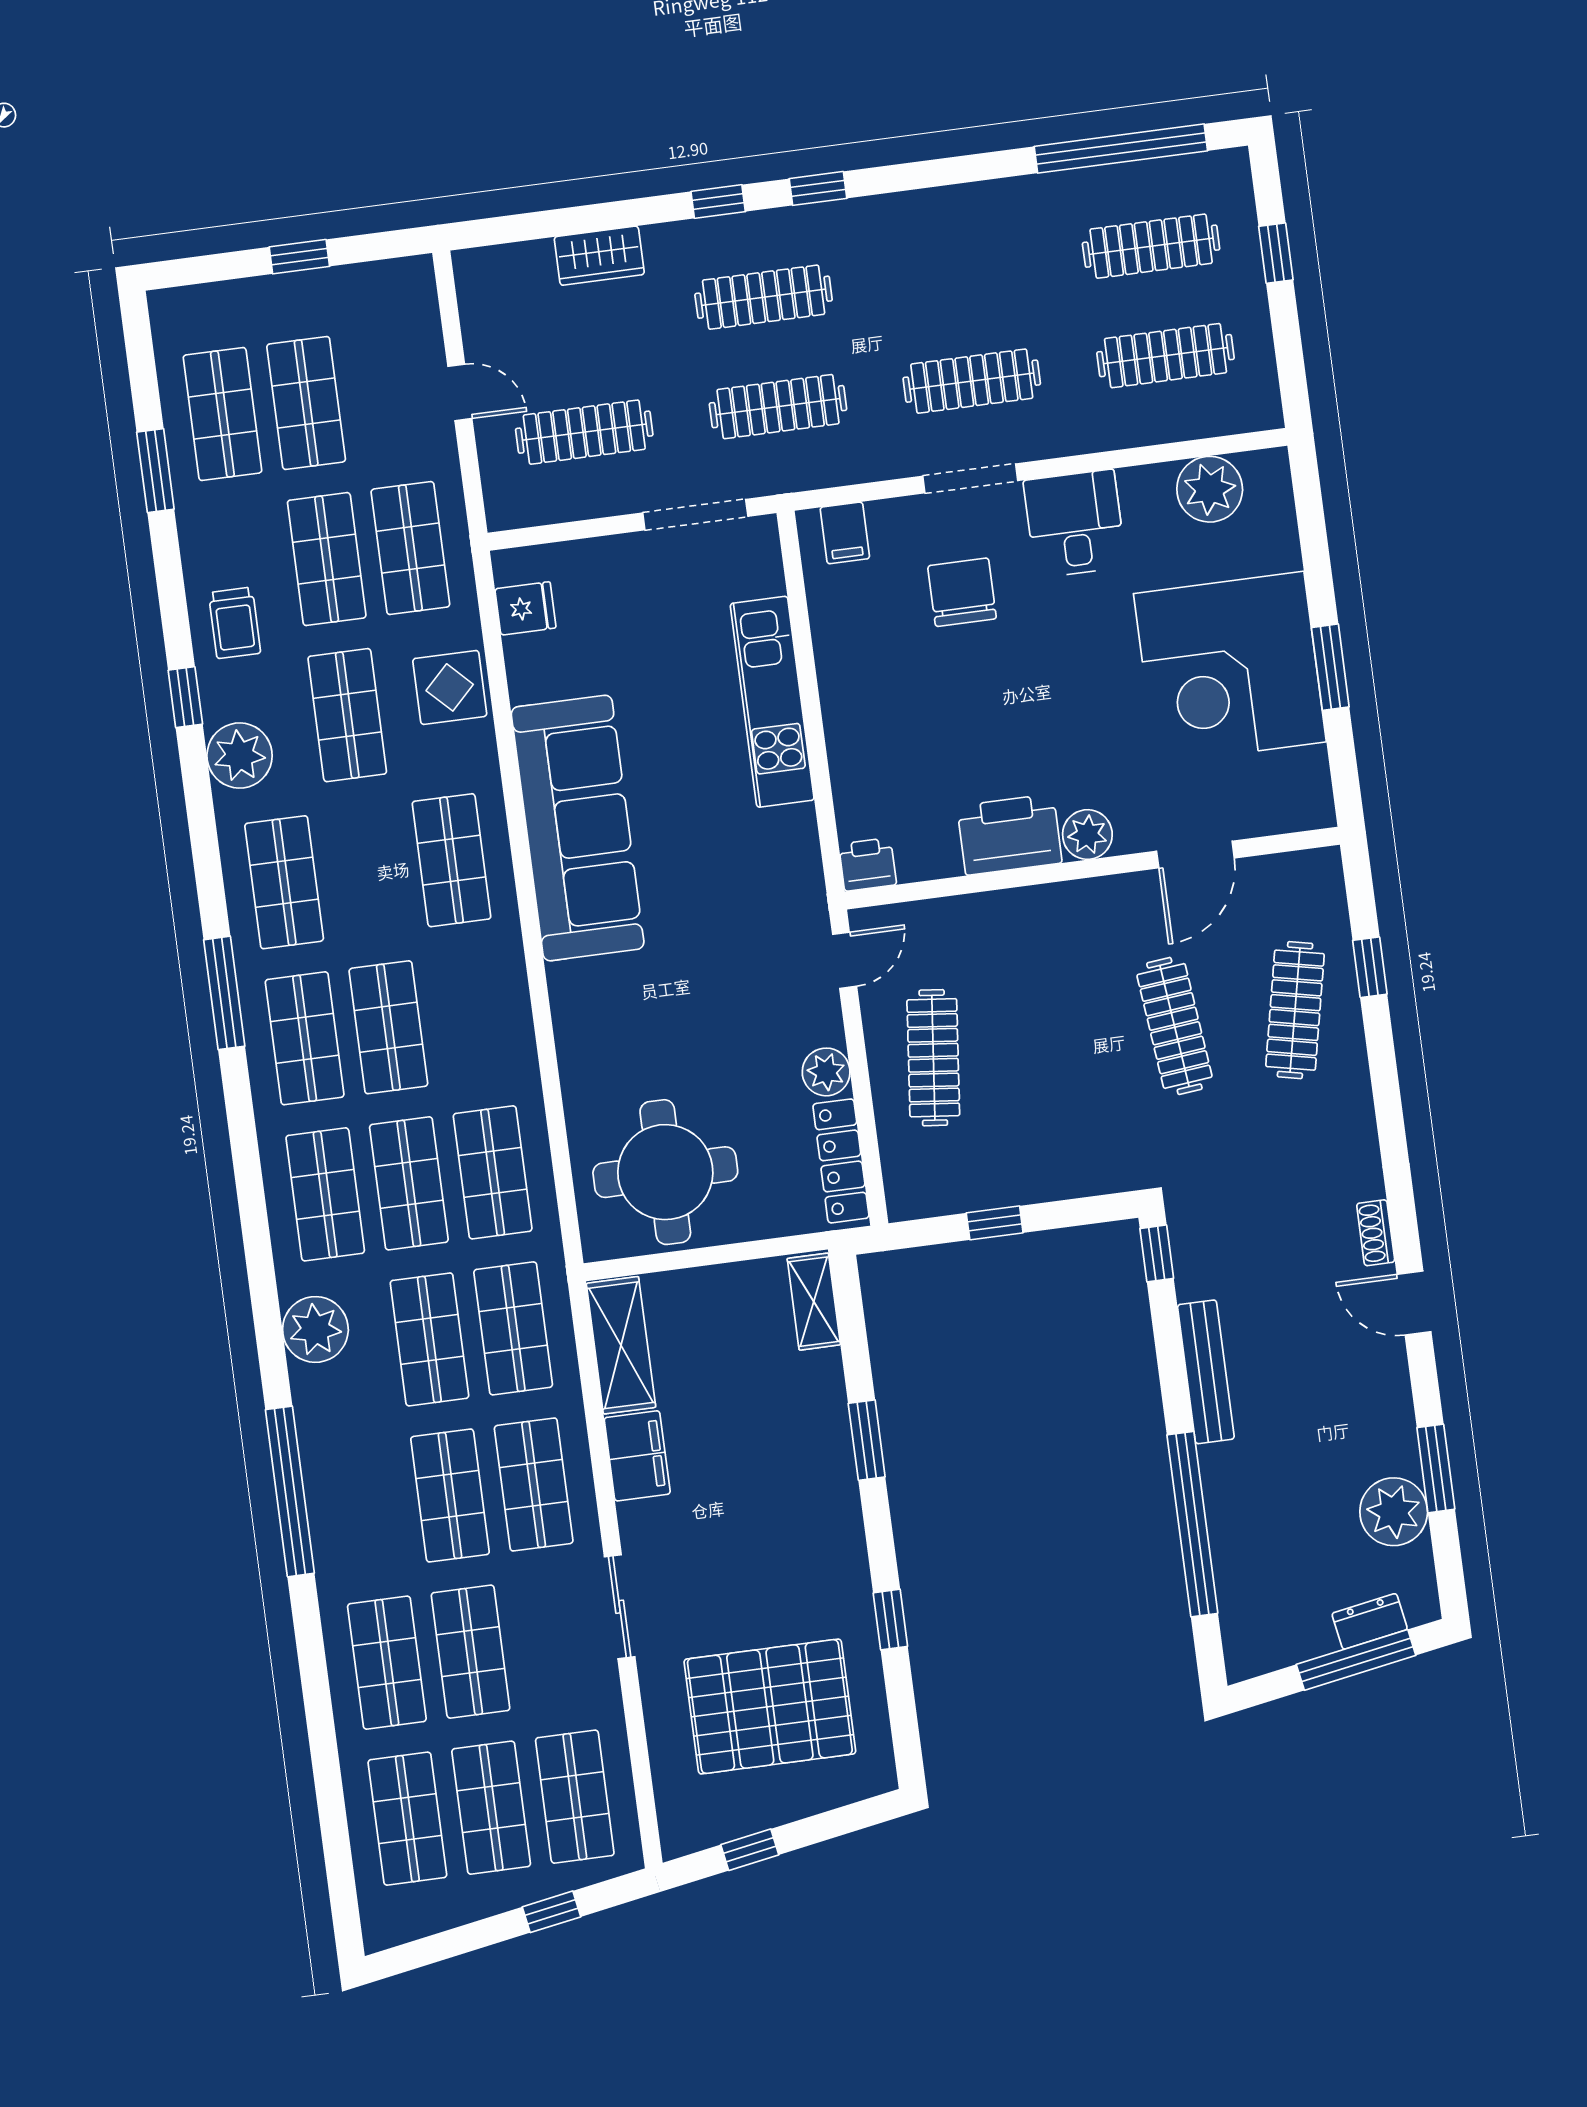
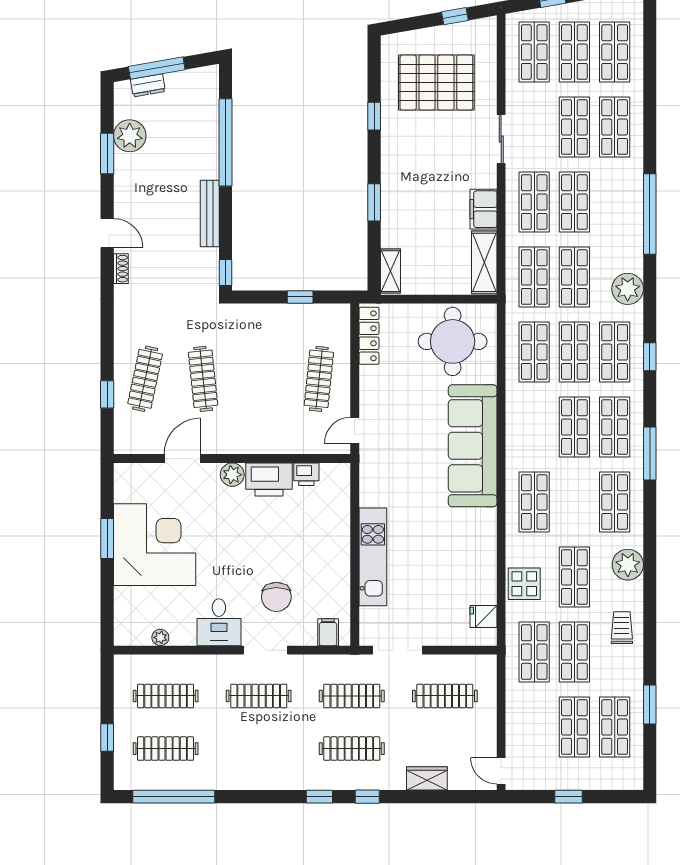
door: (460, 392) -> (501, 771), moved
plant: (1210, 489) -> (160, 637), width x0.53, depth x0.53
window: (185, 697) -> (650, 357), moved
sofa: (578, 828) -> (473, 446), moved
printer: (868, 864) -> (306, 474), moved
plant: (826, 1072) -> (370, 379), removed

